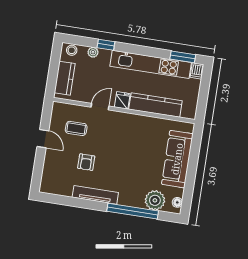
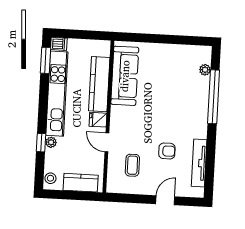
plant: (93, 52) -> (51, 142), moved
door: (43, 139) -> (165, 200), moved
sofa: (177, 159) -> (125, 76), moved, turned -90
tv unit: (95, 195) -> (199, 163), moved
plant: (155, 200) -> (205, 70), width x0.53, depth x0.53
floor lamp: (177, 202) -> (200, 51), removed

